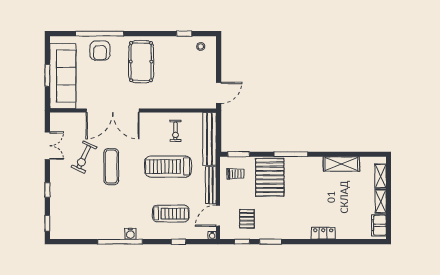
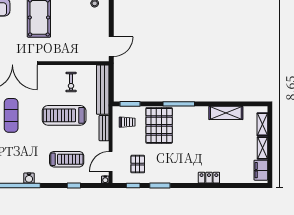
bench: (211, 185) -> (104, 128), width x0.73

